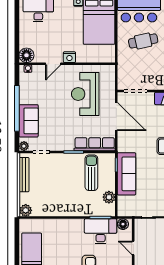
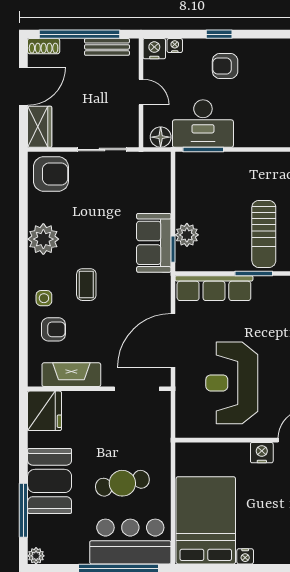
reception desk: (85, 94) -> (232, 383), turned 180
door: (116, 117) -> (173, 340), hinge flipped
sun lounger: (91, 173) -> (264, 234), moved
sofa: (127, 174) -> (154, 243), width x0.73
plant: (109, 197) -> (187, 235), moved

